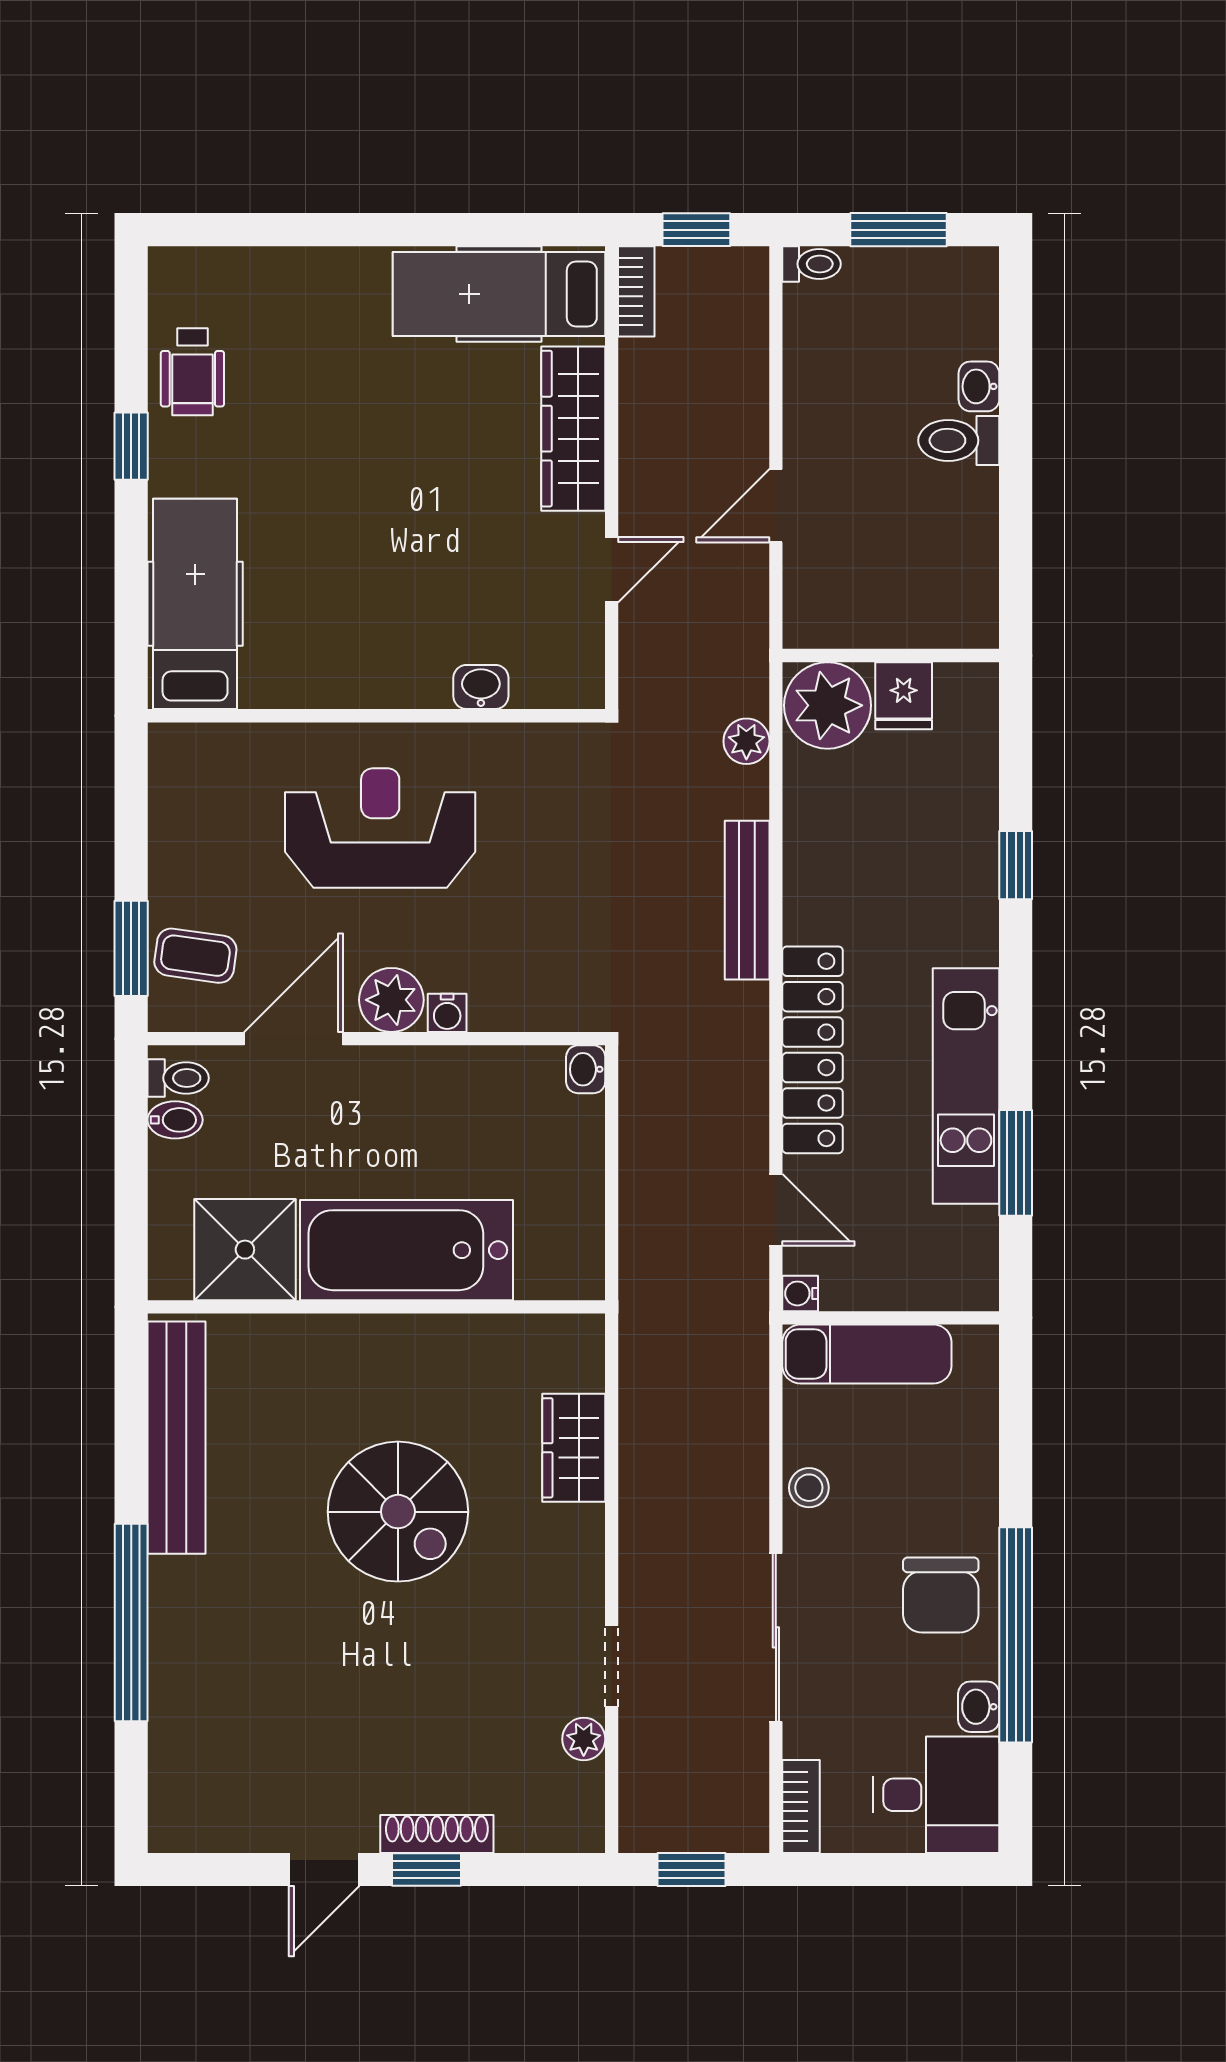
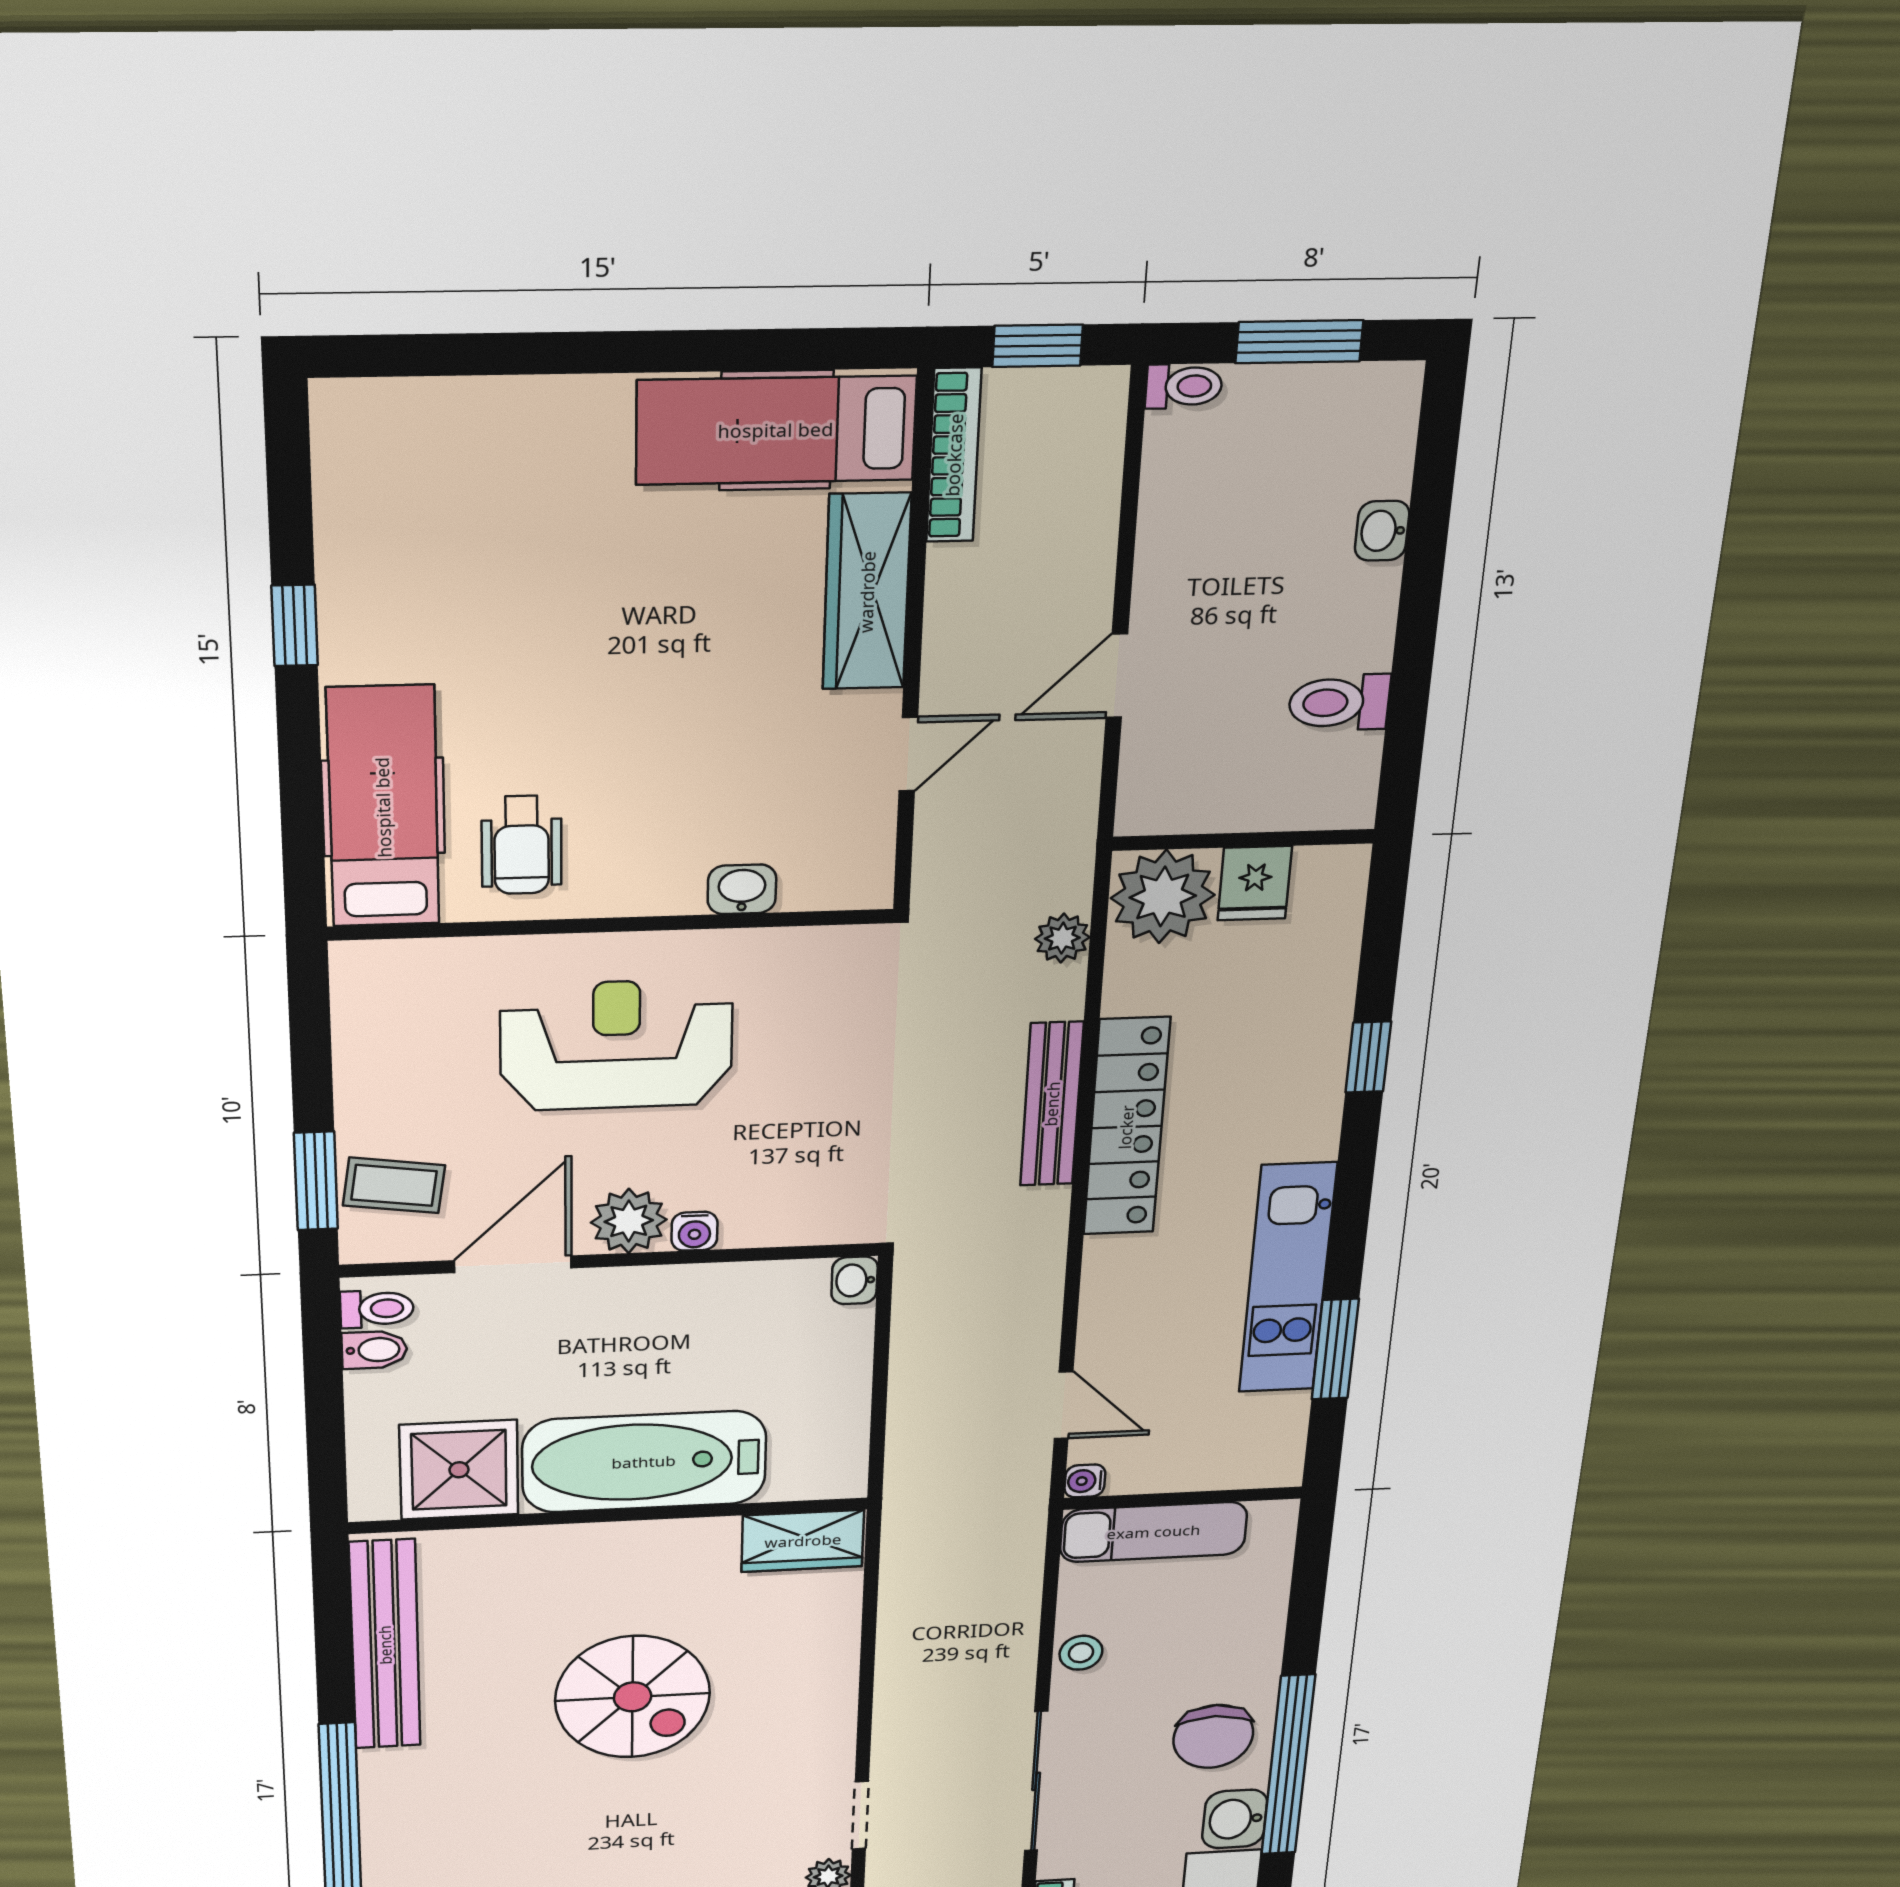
bookcase: (636, 291) -> (954, 455), width x1.56
wheelchair: (192, 372) -> (522, 845), moved
toilet: (959, 440) -> (1339, 703), moved
locker: (813, 1050) -> (1126, 1127), moved
wardrobe: (574, 1448) -> (803, 1541), moved, turned -90
washbasin: (979, 1707) -> (1235, 1819), width x1.38, depth x1.45

